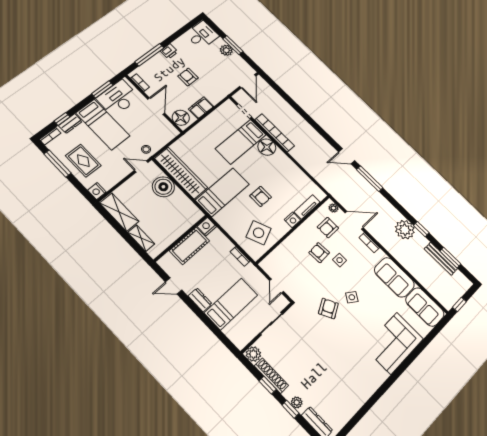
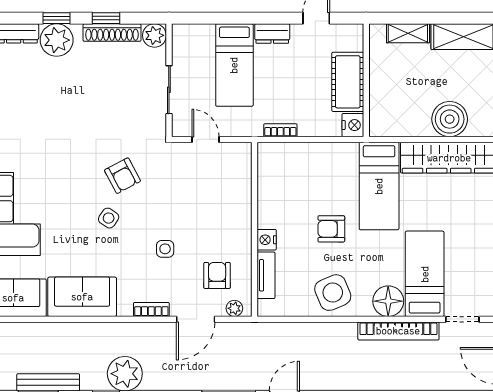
side table: (259, 233) -> (333, 293), moved
armchair: (319, 253) -> (197, 232), removed
plant: (297, 402) -> (57, 40), width x1.88, depth x1.88

